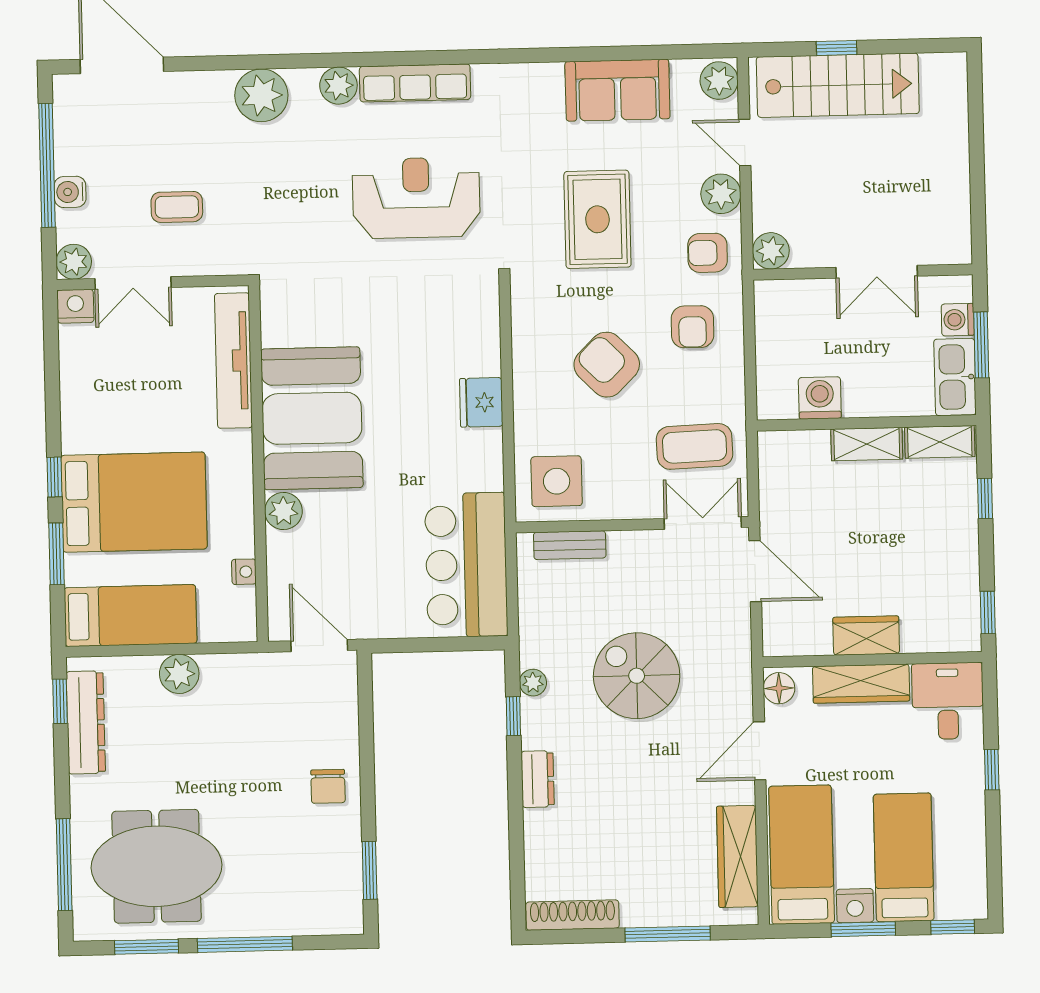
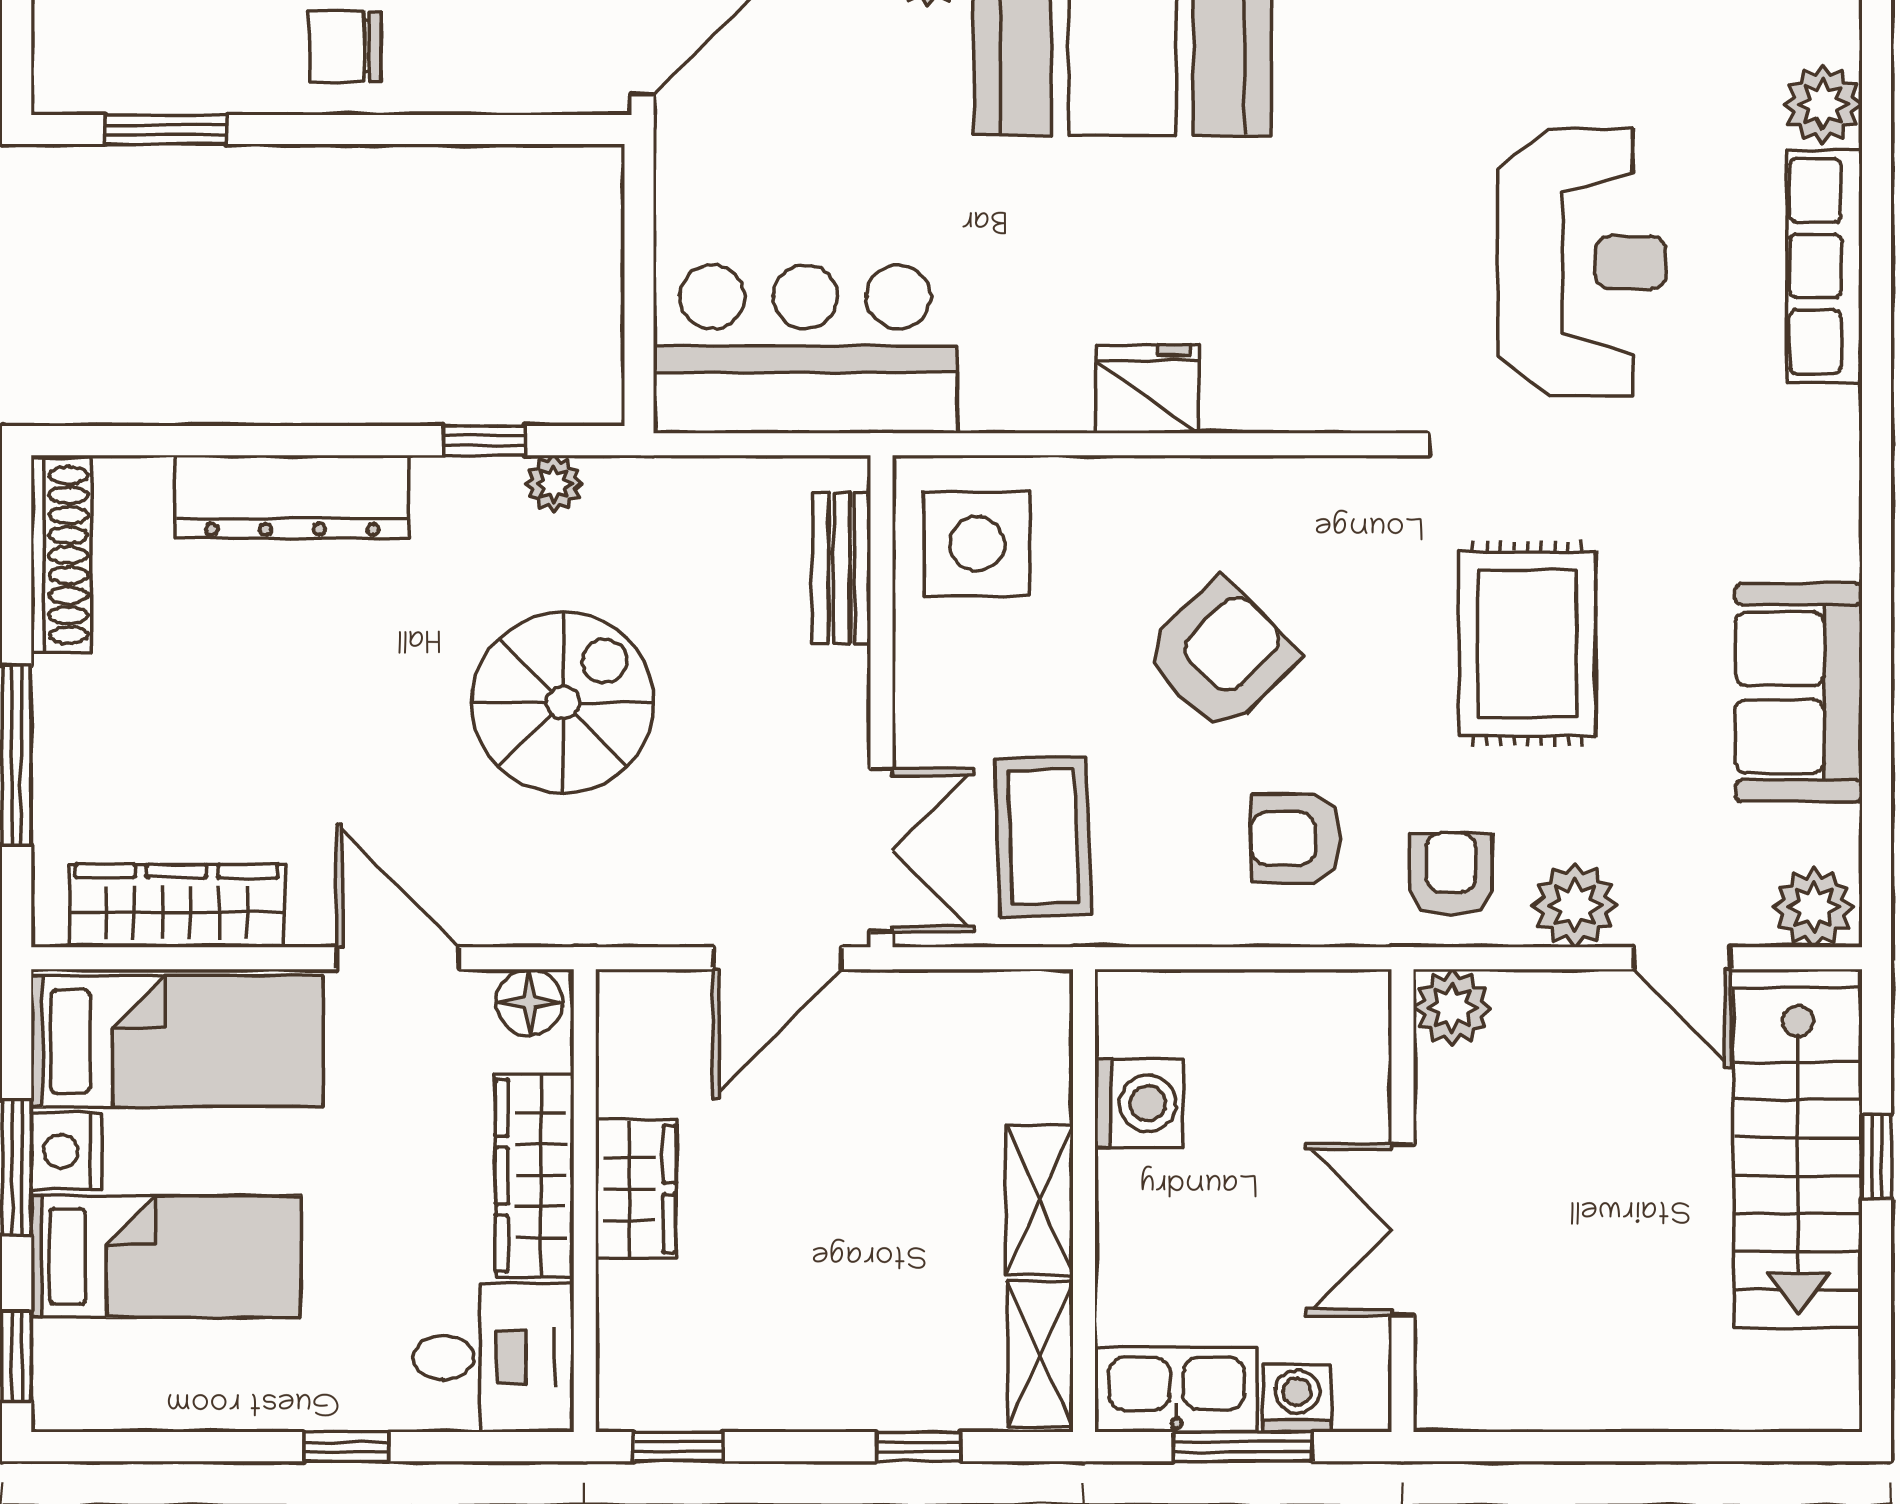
door: (745, 142) -> (1682, 958), swing flipped
rug: (597, 219) -> (1527, 644), turned 90
dresser: (538, 779) -> (293, 497), width x1.96, depth x1.24

